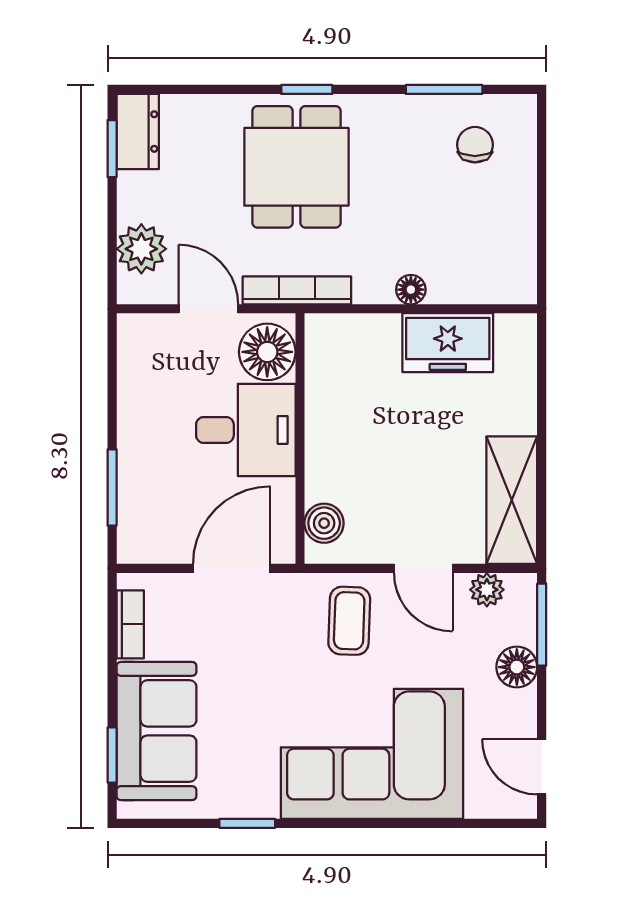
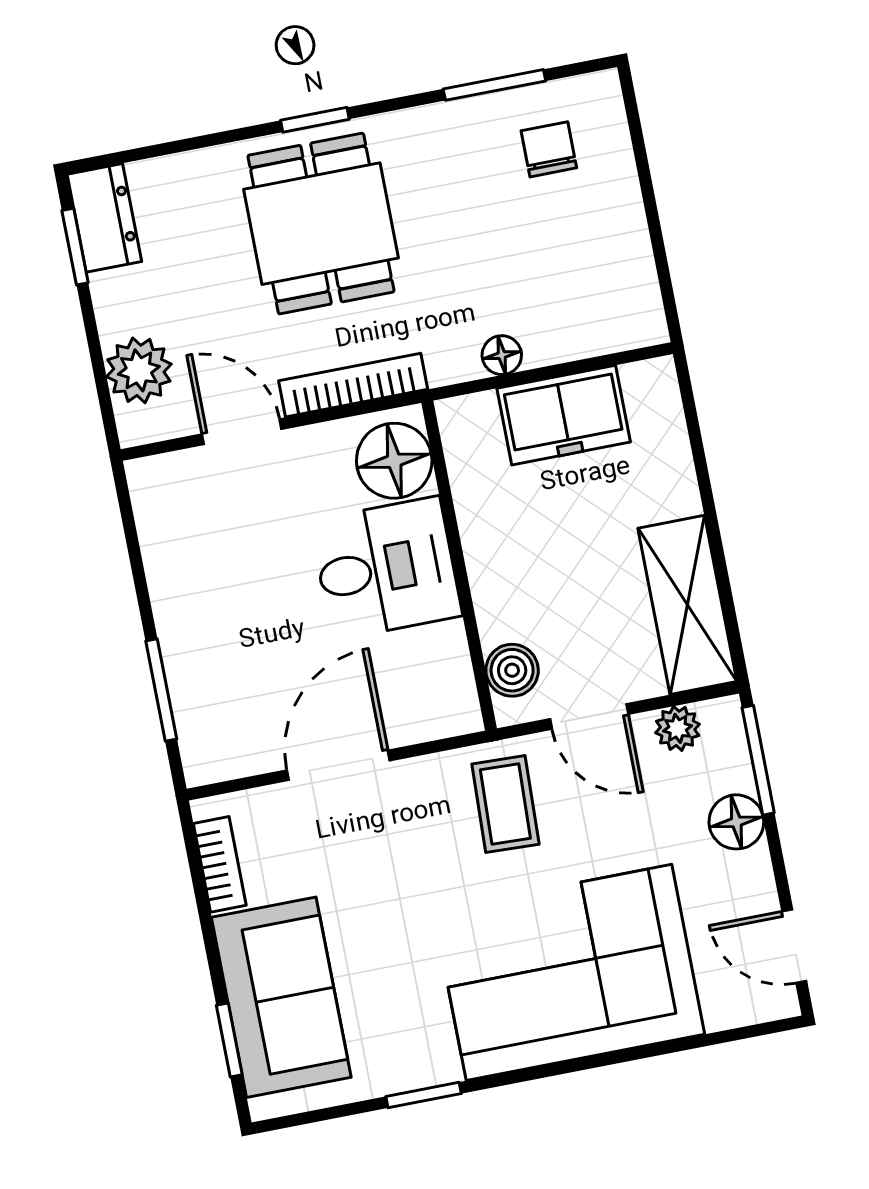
floor lamp: (267, 352) -> (394, 461), moved
desk: (246, 430) -> (386, 568), moved
wall: (300, 439) -> (459, 566), moved
boiler: (324, 523) -> (512, 670), moved

